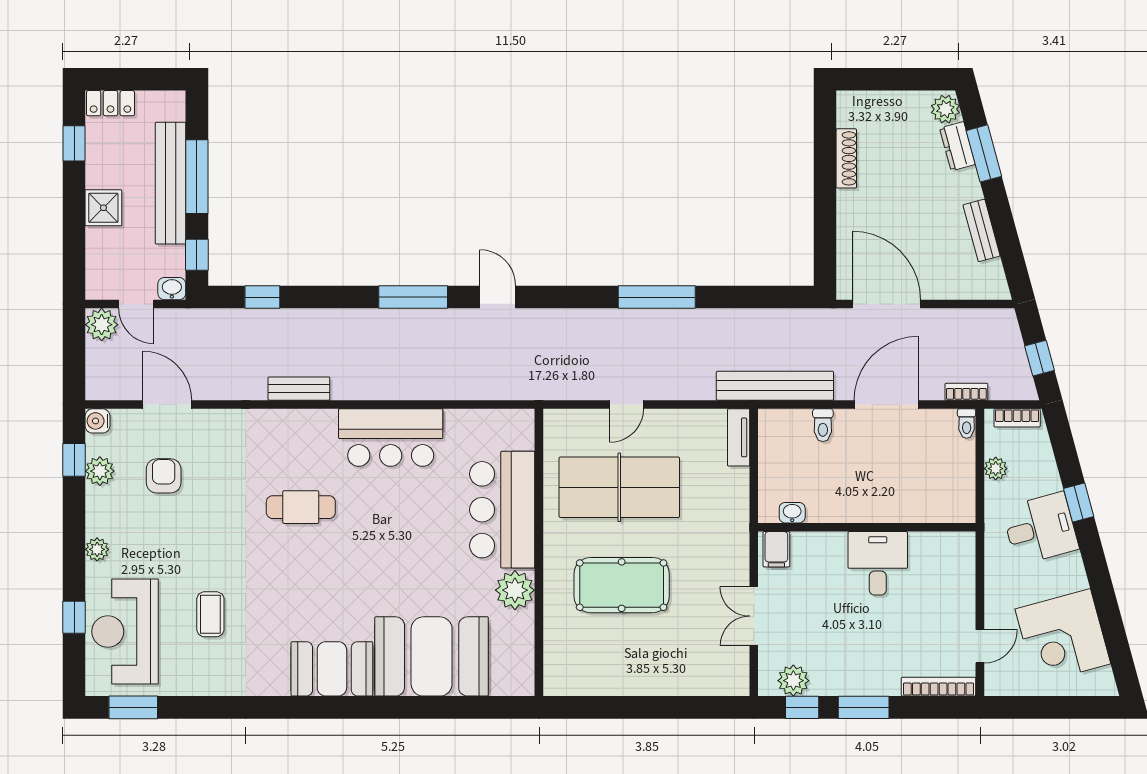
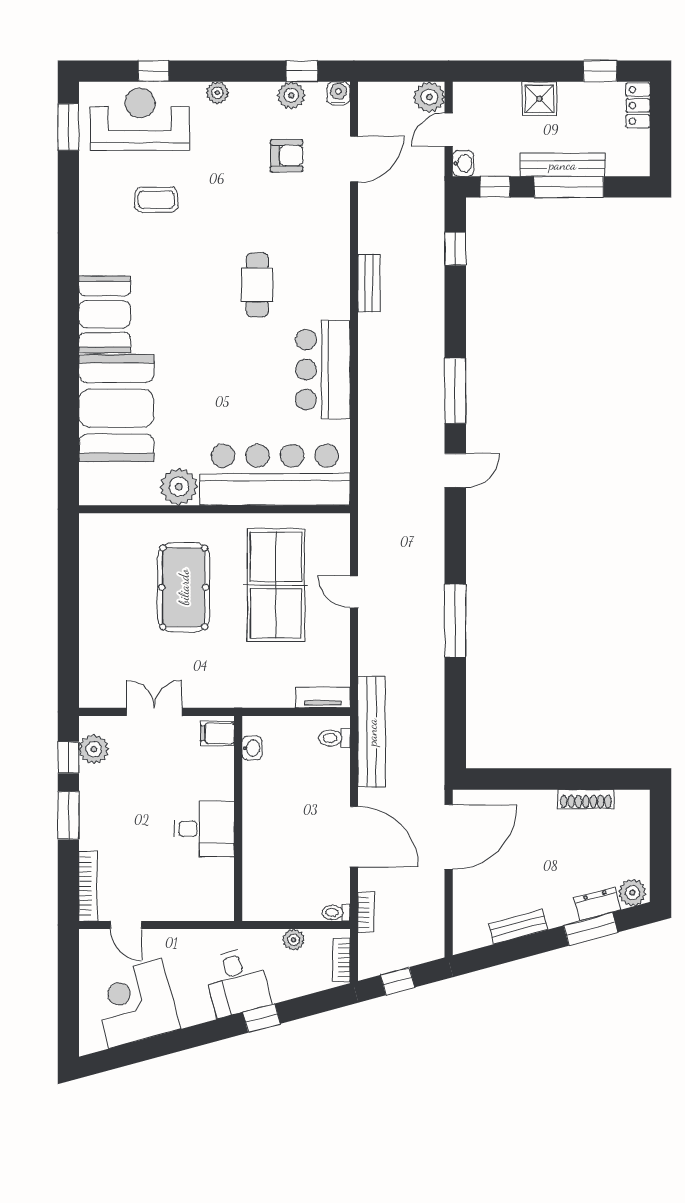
bench: (171, 183) -> (563, 165), width x0.73, depth x0.82
toilet: (823, 425) -> (334, 738), moved
bar counter: (502, 510) -> (275, 475), width x1.36

